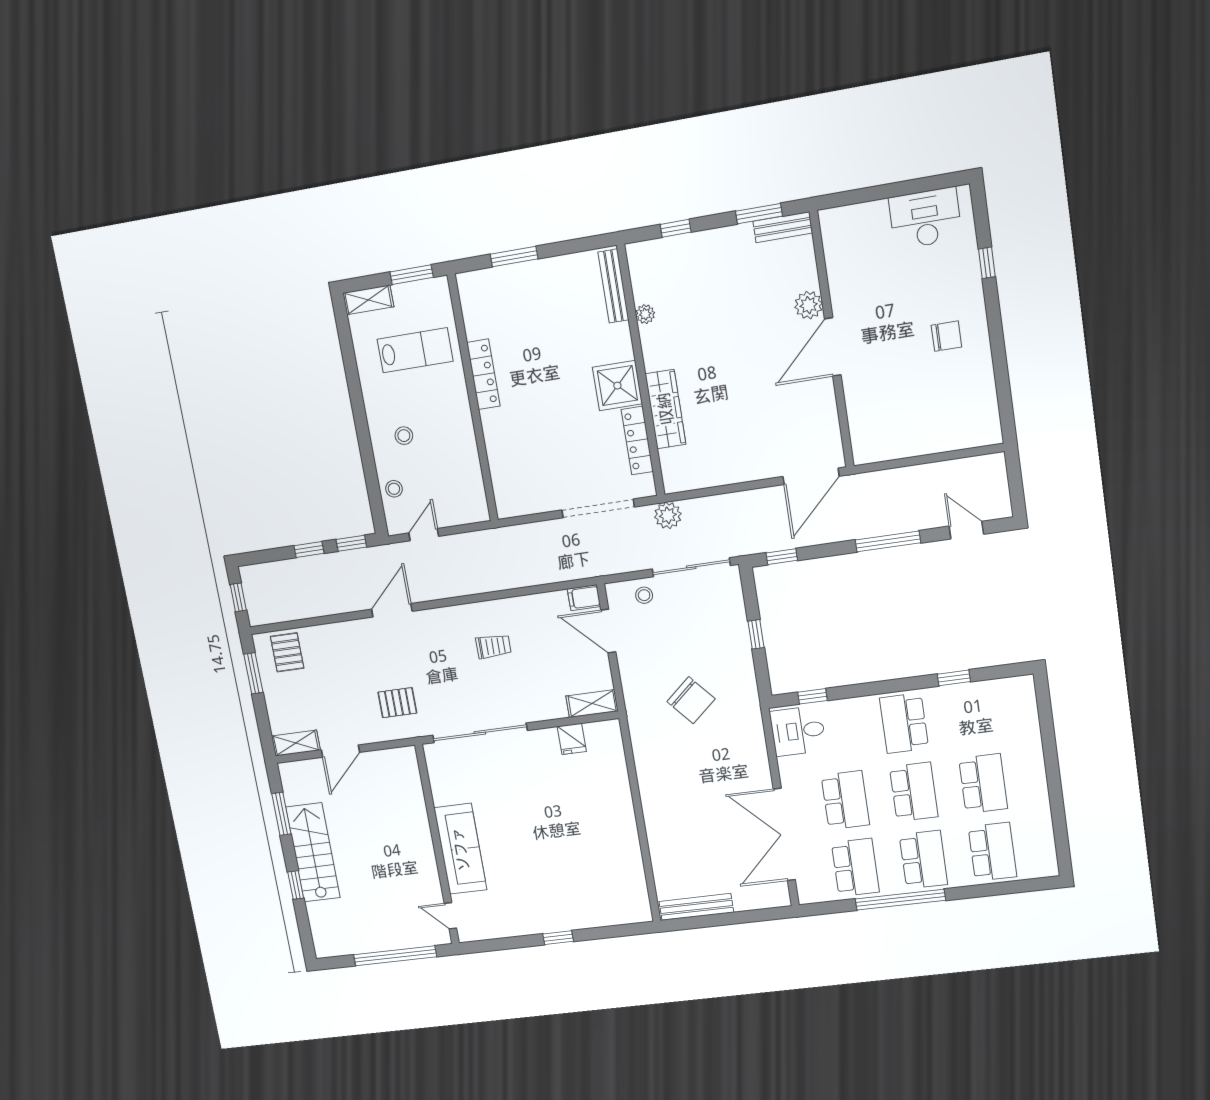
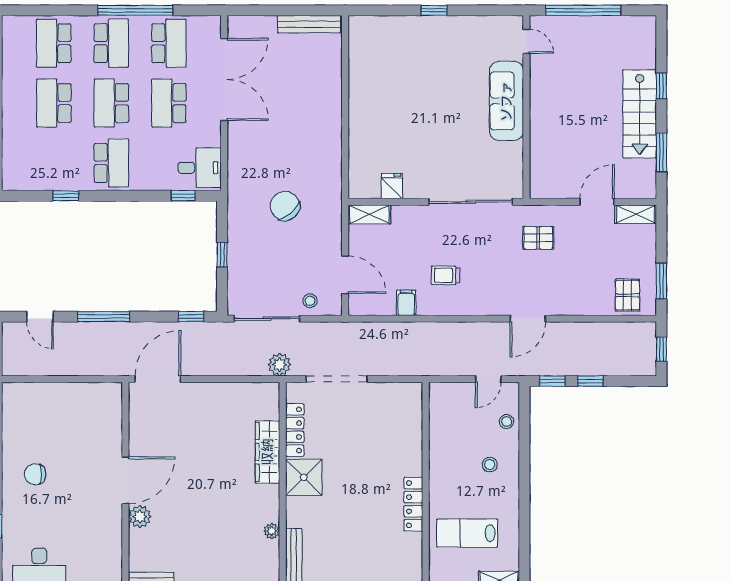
filing cabinet: (584, 598) -> (406, 303), moved, turned -90
school desk: (923, 860) -> (111, 43), turned 180
school desk: (855, 867) -> (169, 43), turned 180

